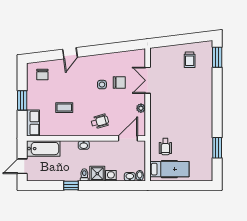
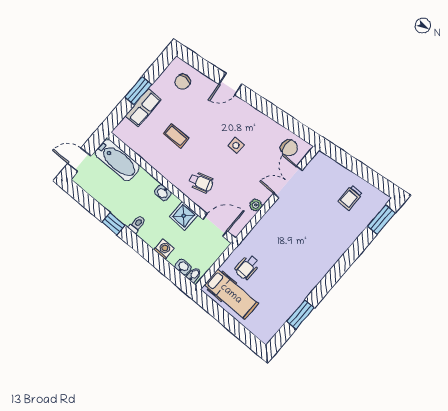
chair: (119, 83) -> (289, 148), moved
row of seats: (33, 123) -> (143, 108), moved
shower: (97, 174) -> (184, 216), moved

